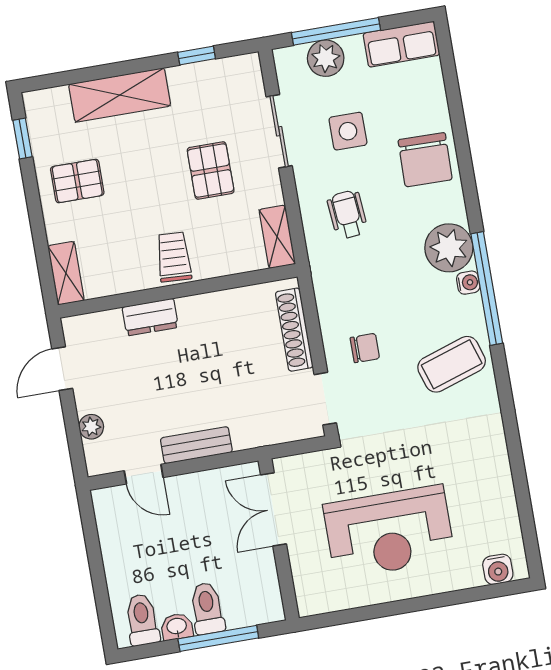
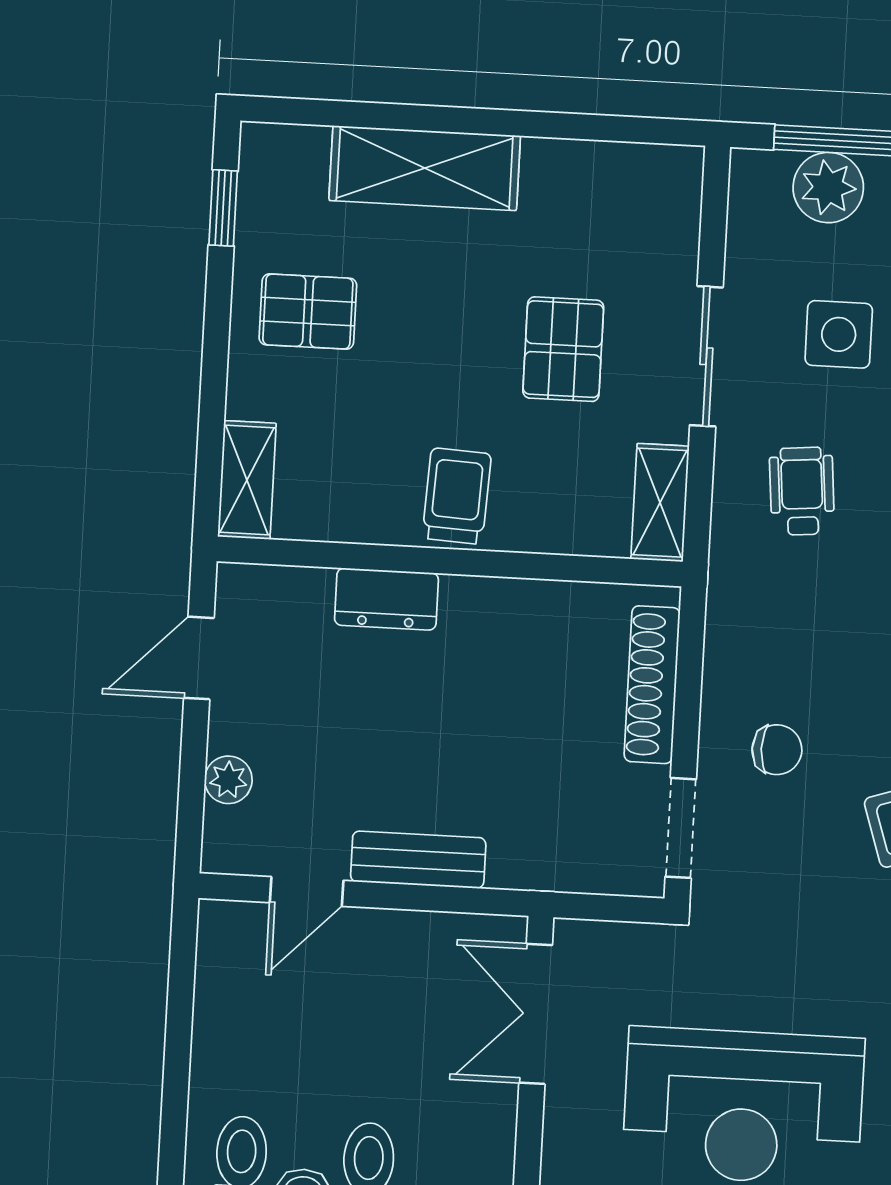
window: (197, 56) -> (586, 127), removed
sliding door: (279, 131) -> (706, 356), moved
door: (144, 474) -> (307, 891), hinge flipped

